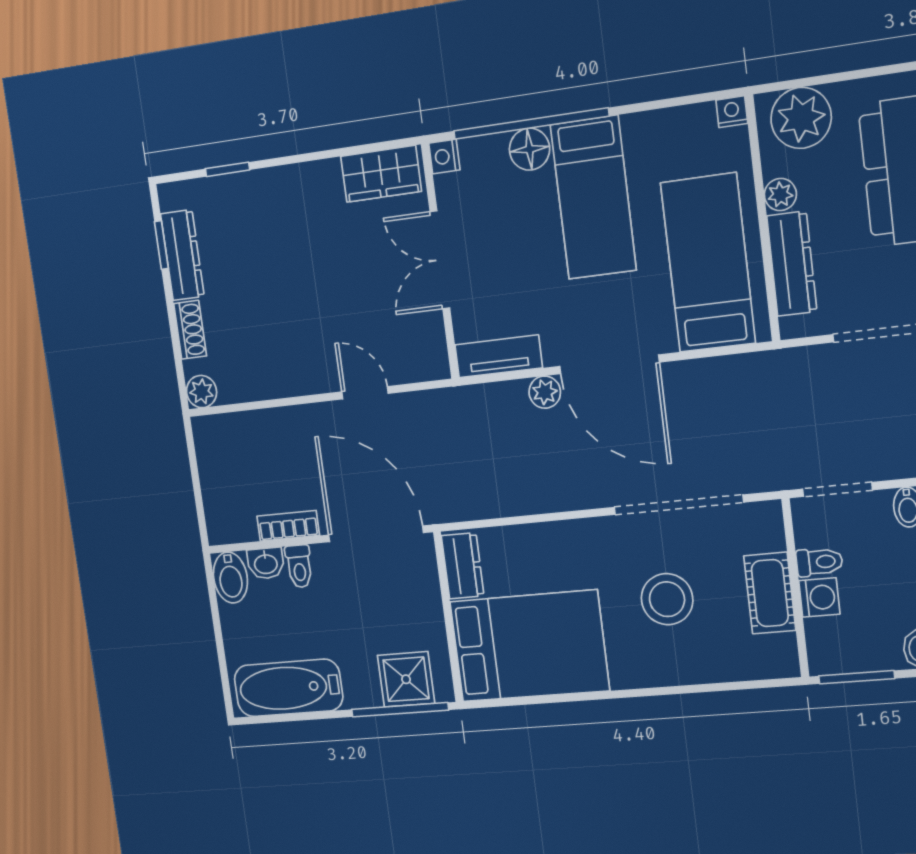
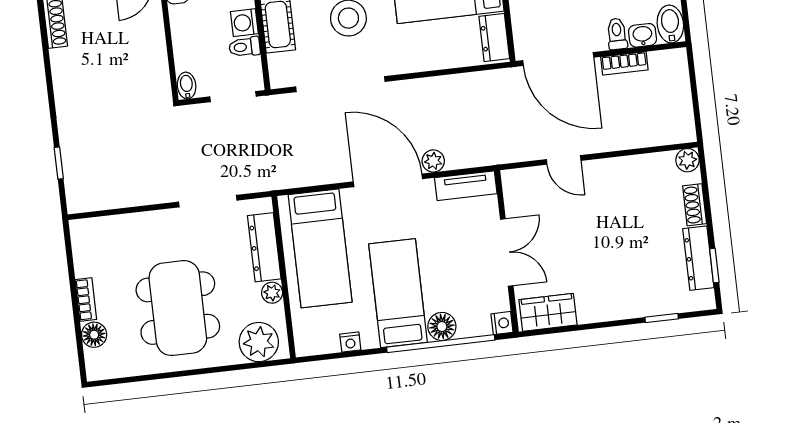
nightstand: (732, 112) -> (350, 342), moved

